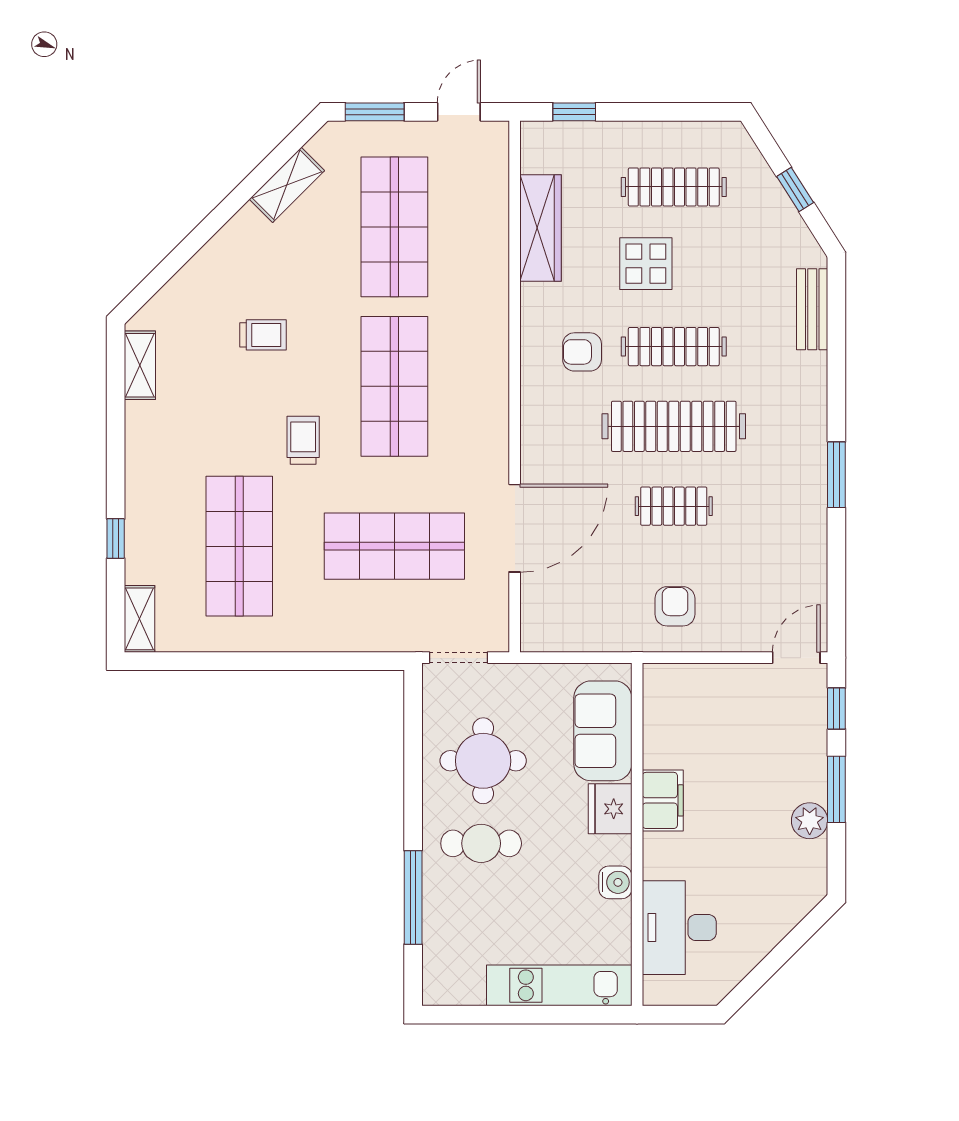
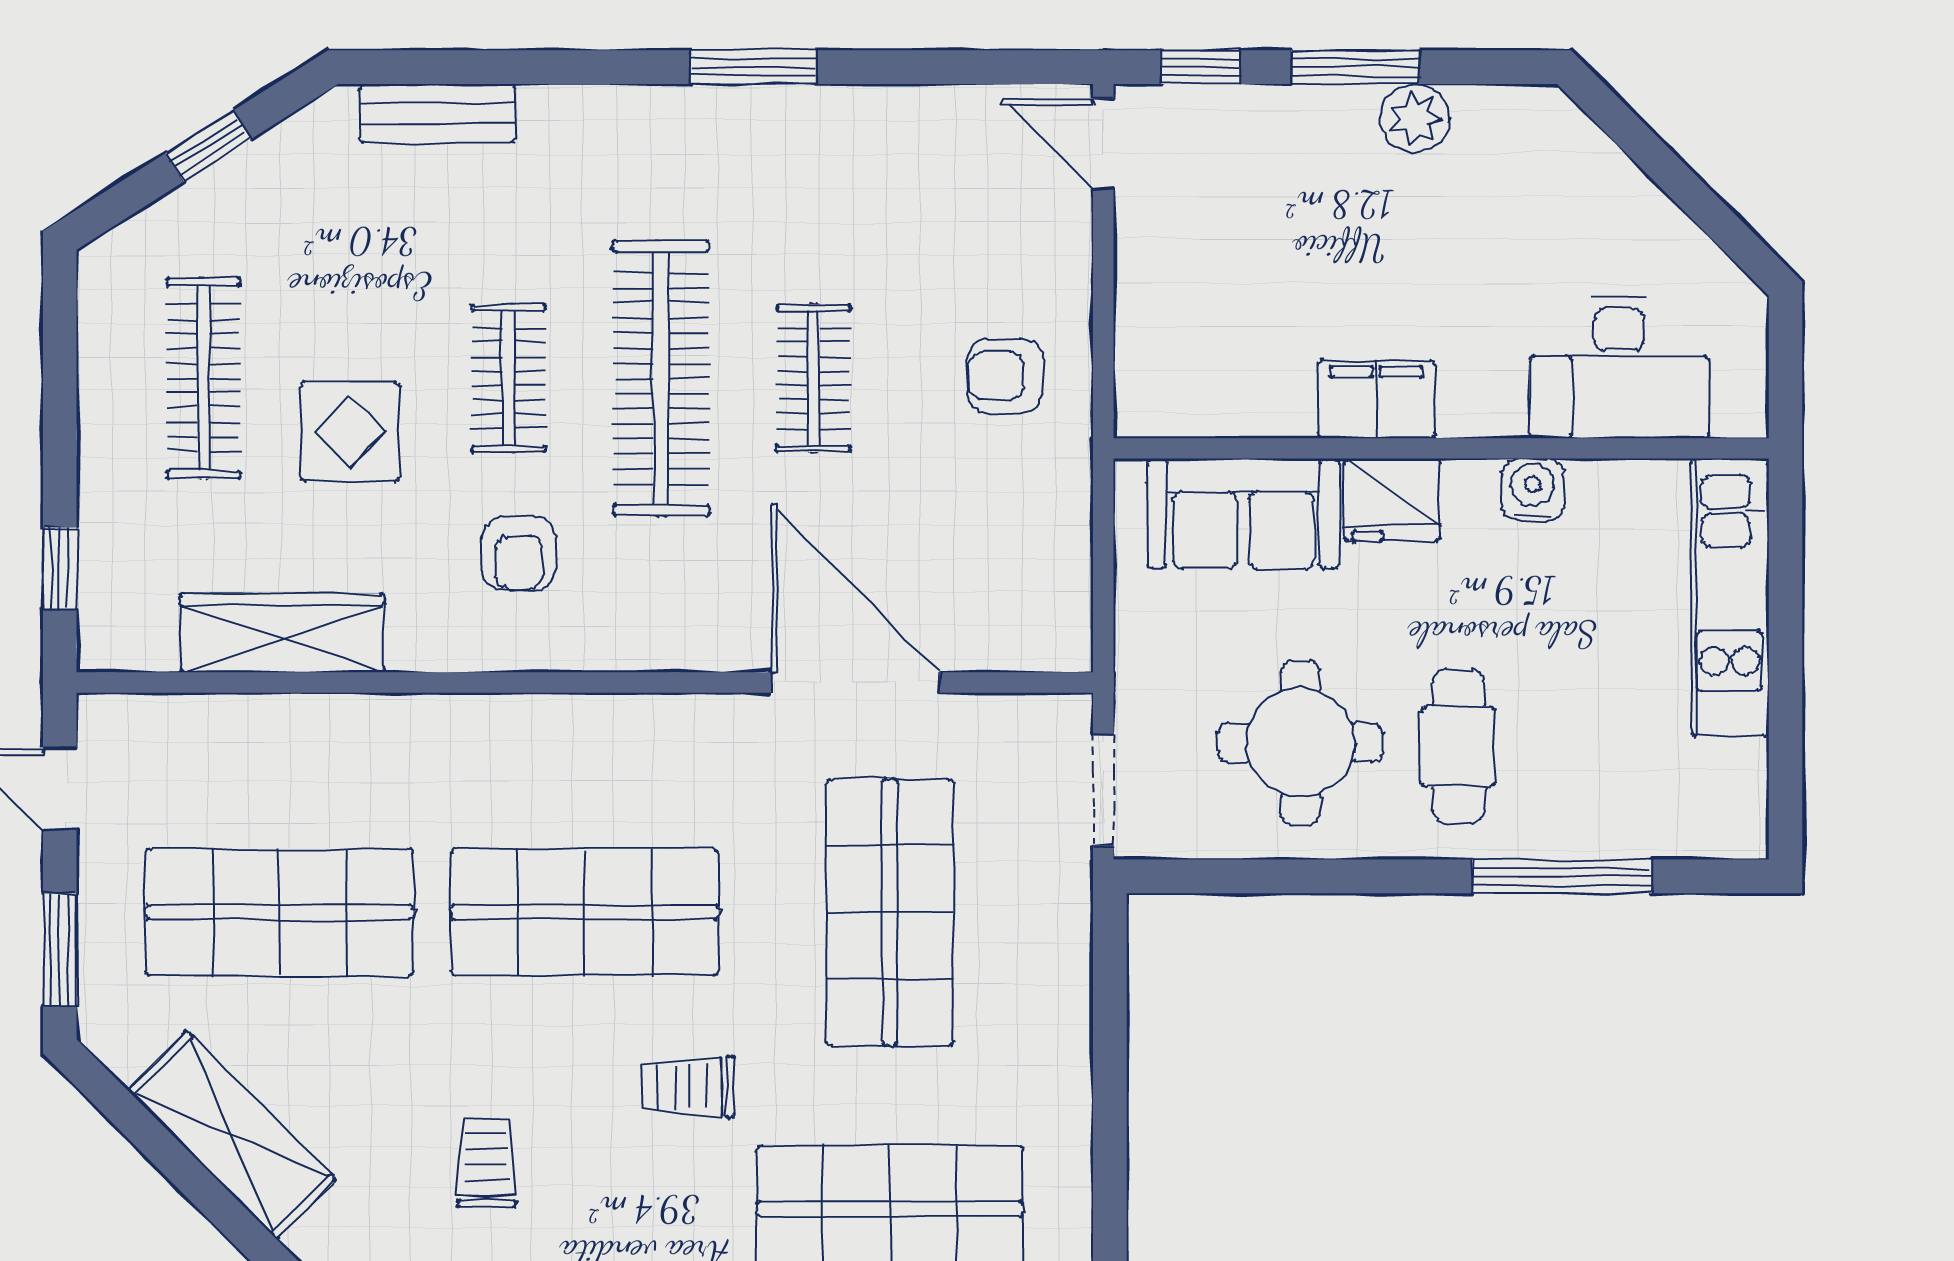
shelving: (287, 185) -> (232, 1135), width x1.50, depth x1.33
clothes rail: (674, 347) -> (509, 378), width x0.73

